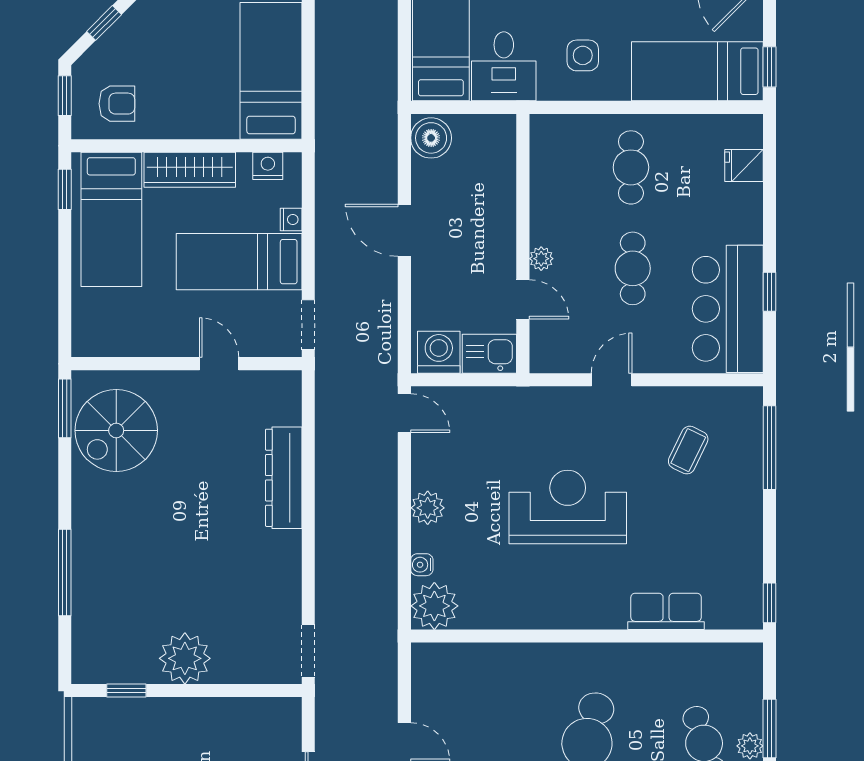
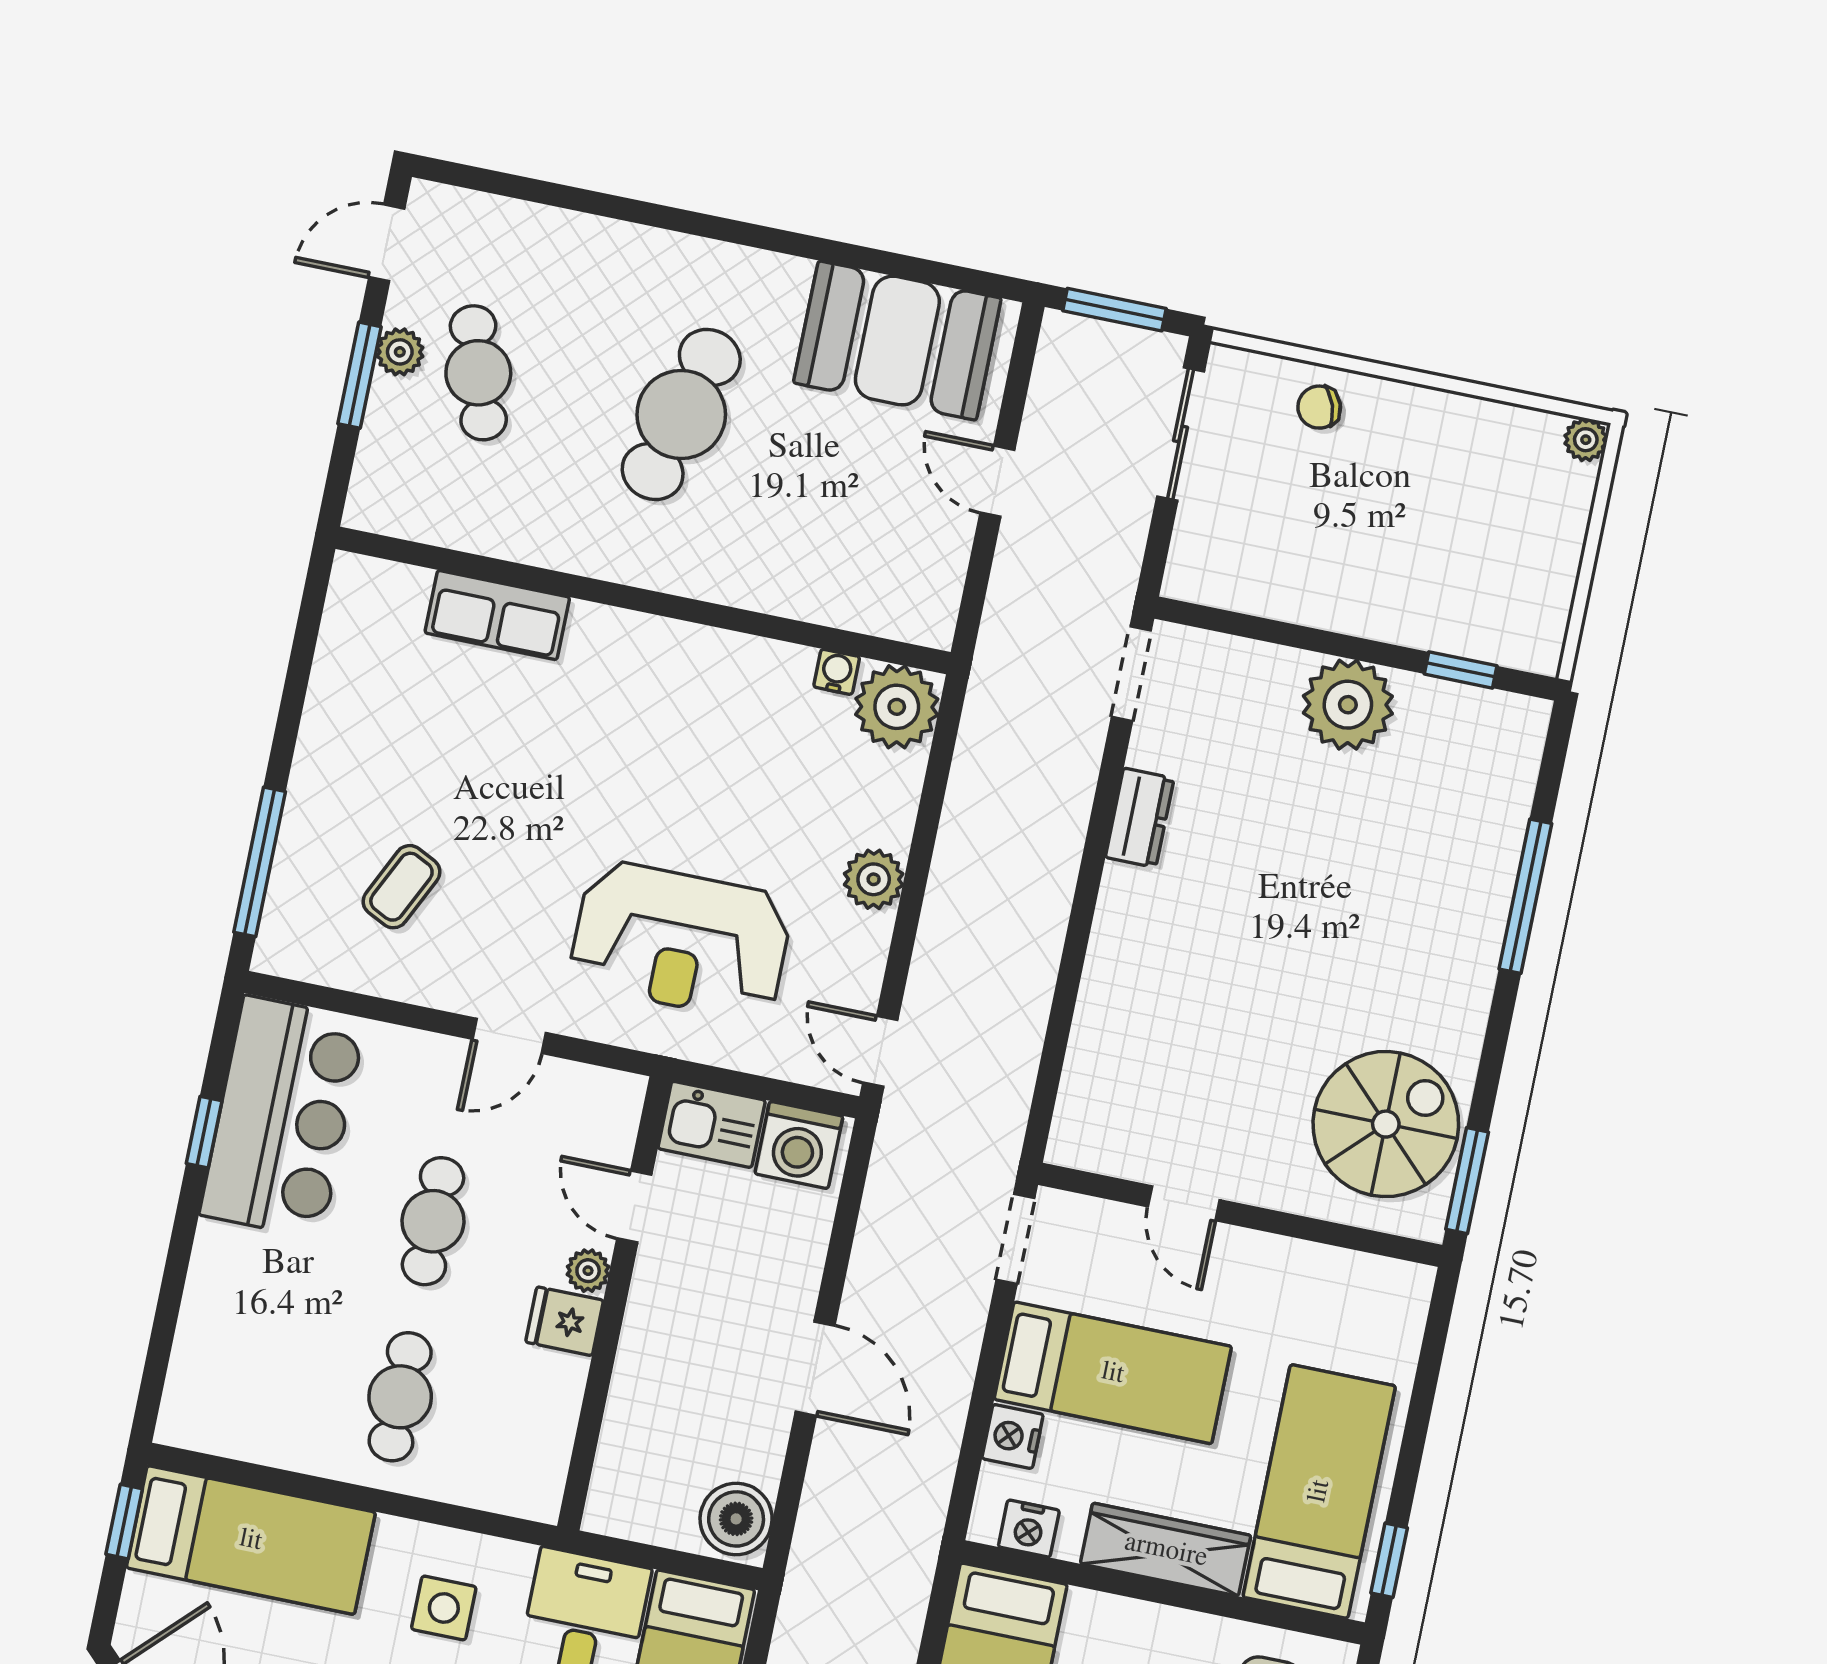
fridge: (744, 165) -> (565, 1321), moved, turned 180
nightstand: (291, 219) -> (1013, 1436), width x1.39, depth x1.35
dresser: (284, 478) -> (1140, 818), moved, width x0.51, depth x0.80
reception desk: (568, 507) -> (681, 940), moved
water cooler: (422, 565) -> (837, 672), moved, turned -90
window: (770, 603) -> (315, 593), removed

